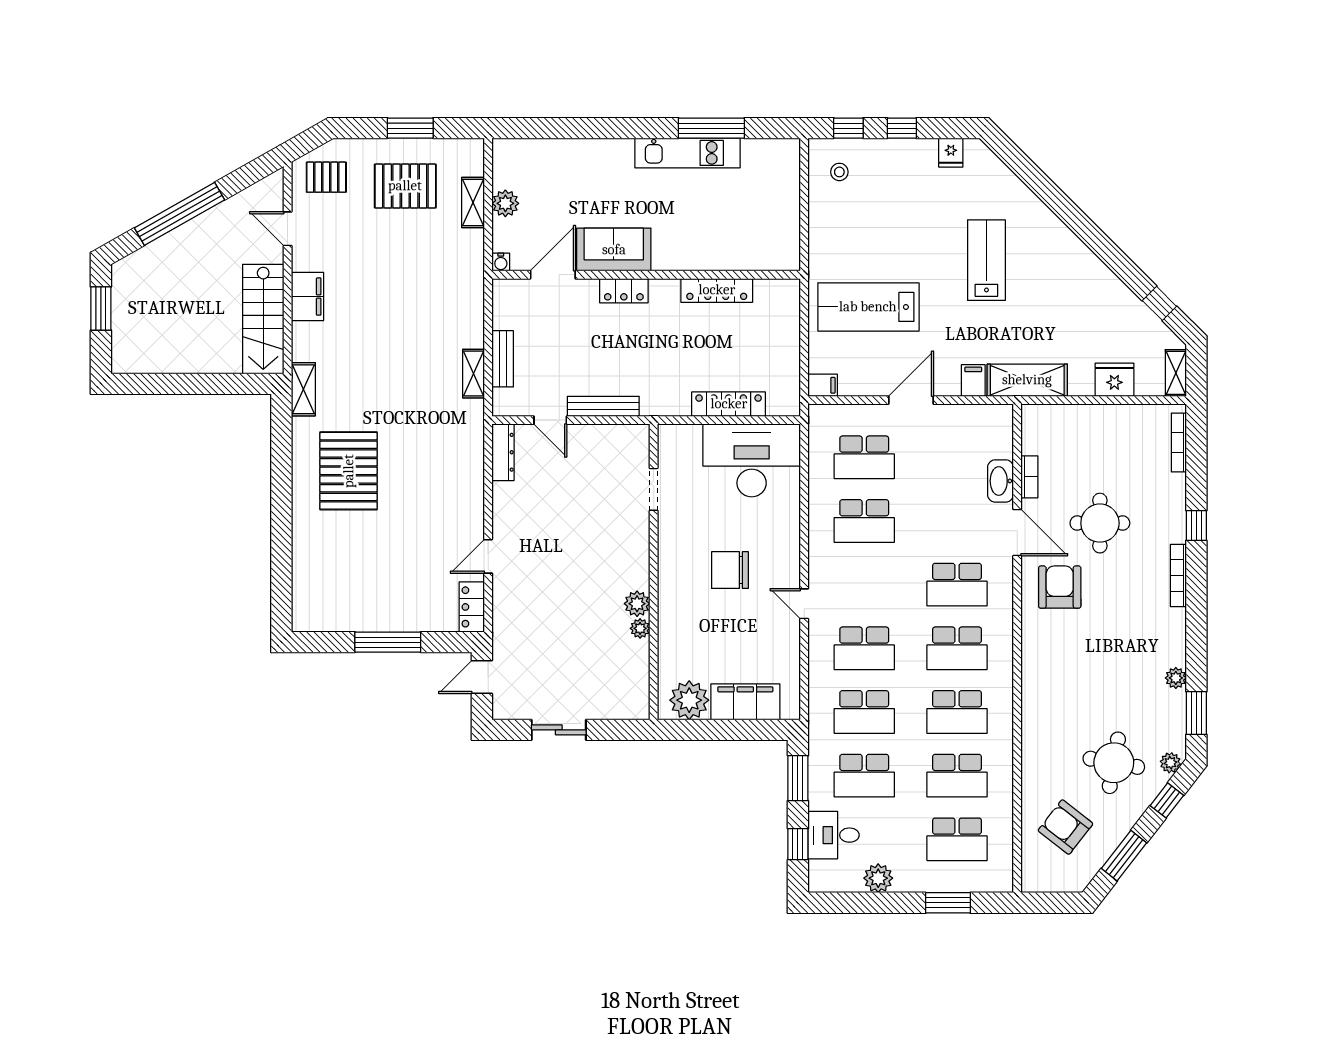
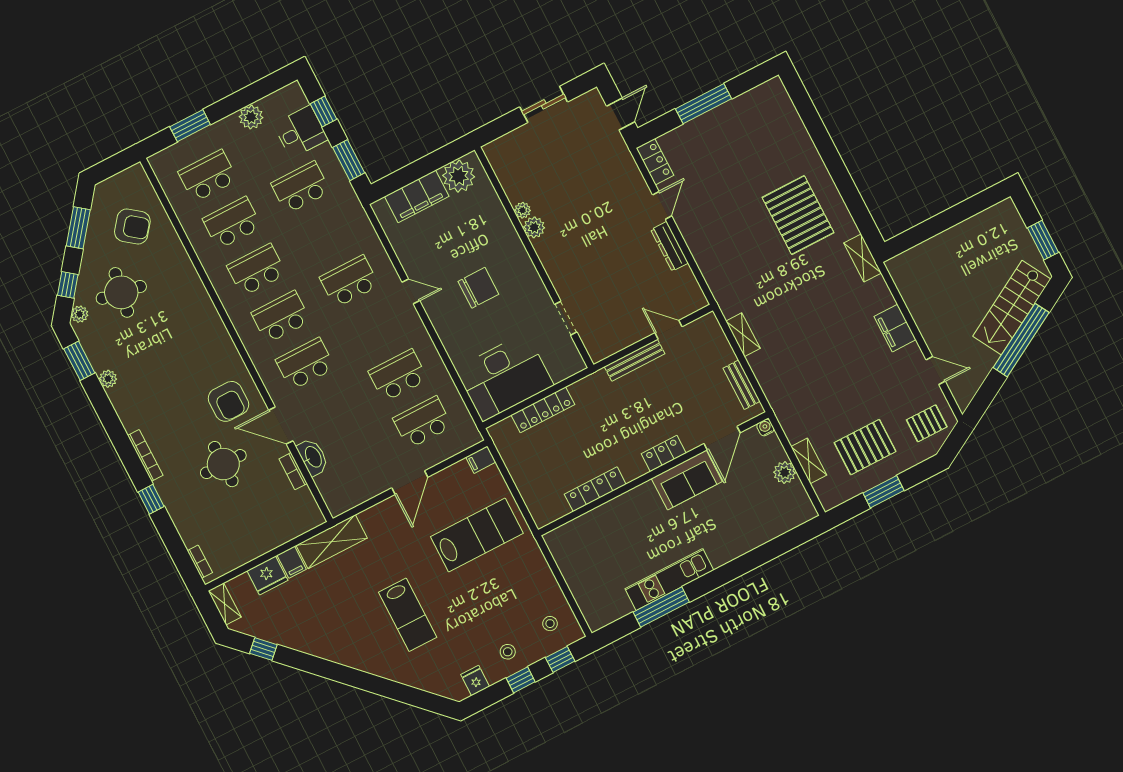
stool: (900, 165) -> (508, 652), added
stairs: (263, 319) -> (1012, 308), moved, turned -120
bench: (503, 359) -> (742, 385), moved
filing cabinet: (973, 381) -> (292, 562), moved
bookcase: (1179, 443) -> (200, 562), width x0.64
dresser: (503, 452) -> (669, 246), moved
school desk: (864, 712) -> (325, 234), removed

